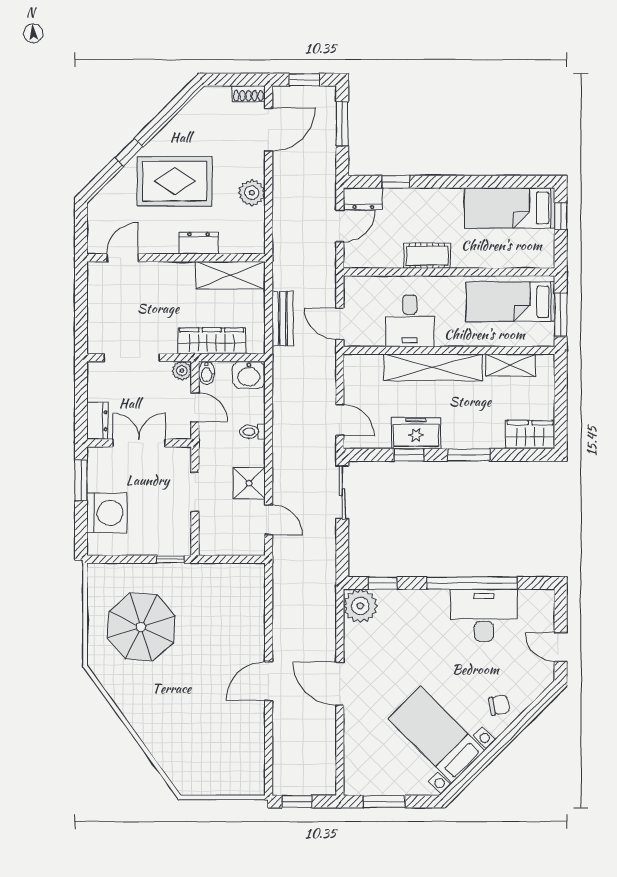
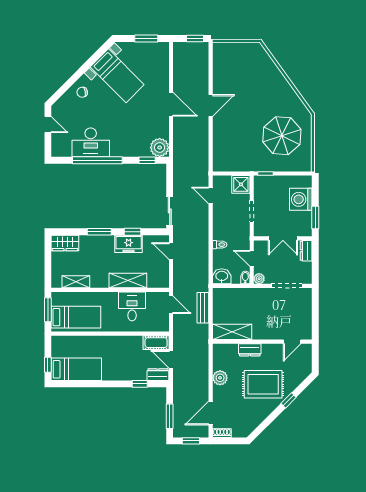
door: (340, 226) -> (171, 359), hinge flipped
cot: (427, 256) -> (156, 343), moved
wardrobe: (212, 341) -> (242, 295), removed
shelving: (433, 367) -> (128, 280), width x0.68
shower: (249, 483) -> (241, 184), moved

